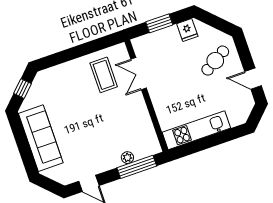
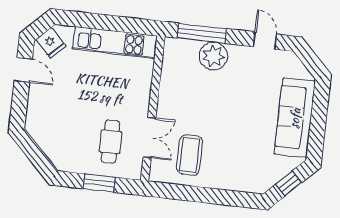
fridge: (187, 30) -> (51, 43), moved, turned 135
cafe table: (215, 61) -> (110, 142), moved, turned -59
plant: (127, 158) -> (213, 56), width x1.88, depth x1.88

